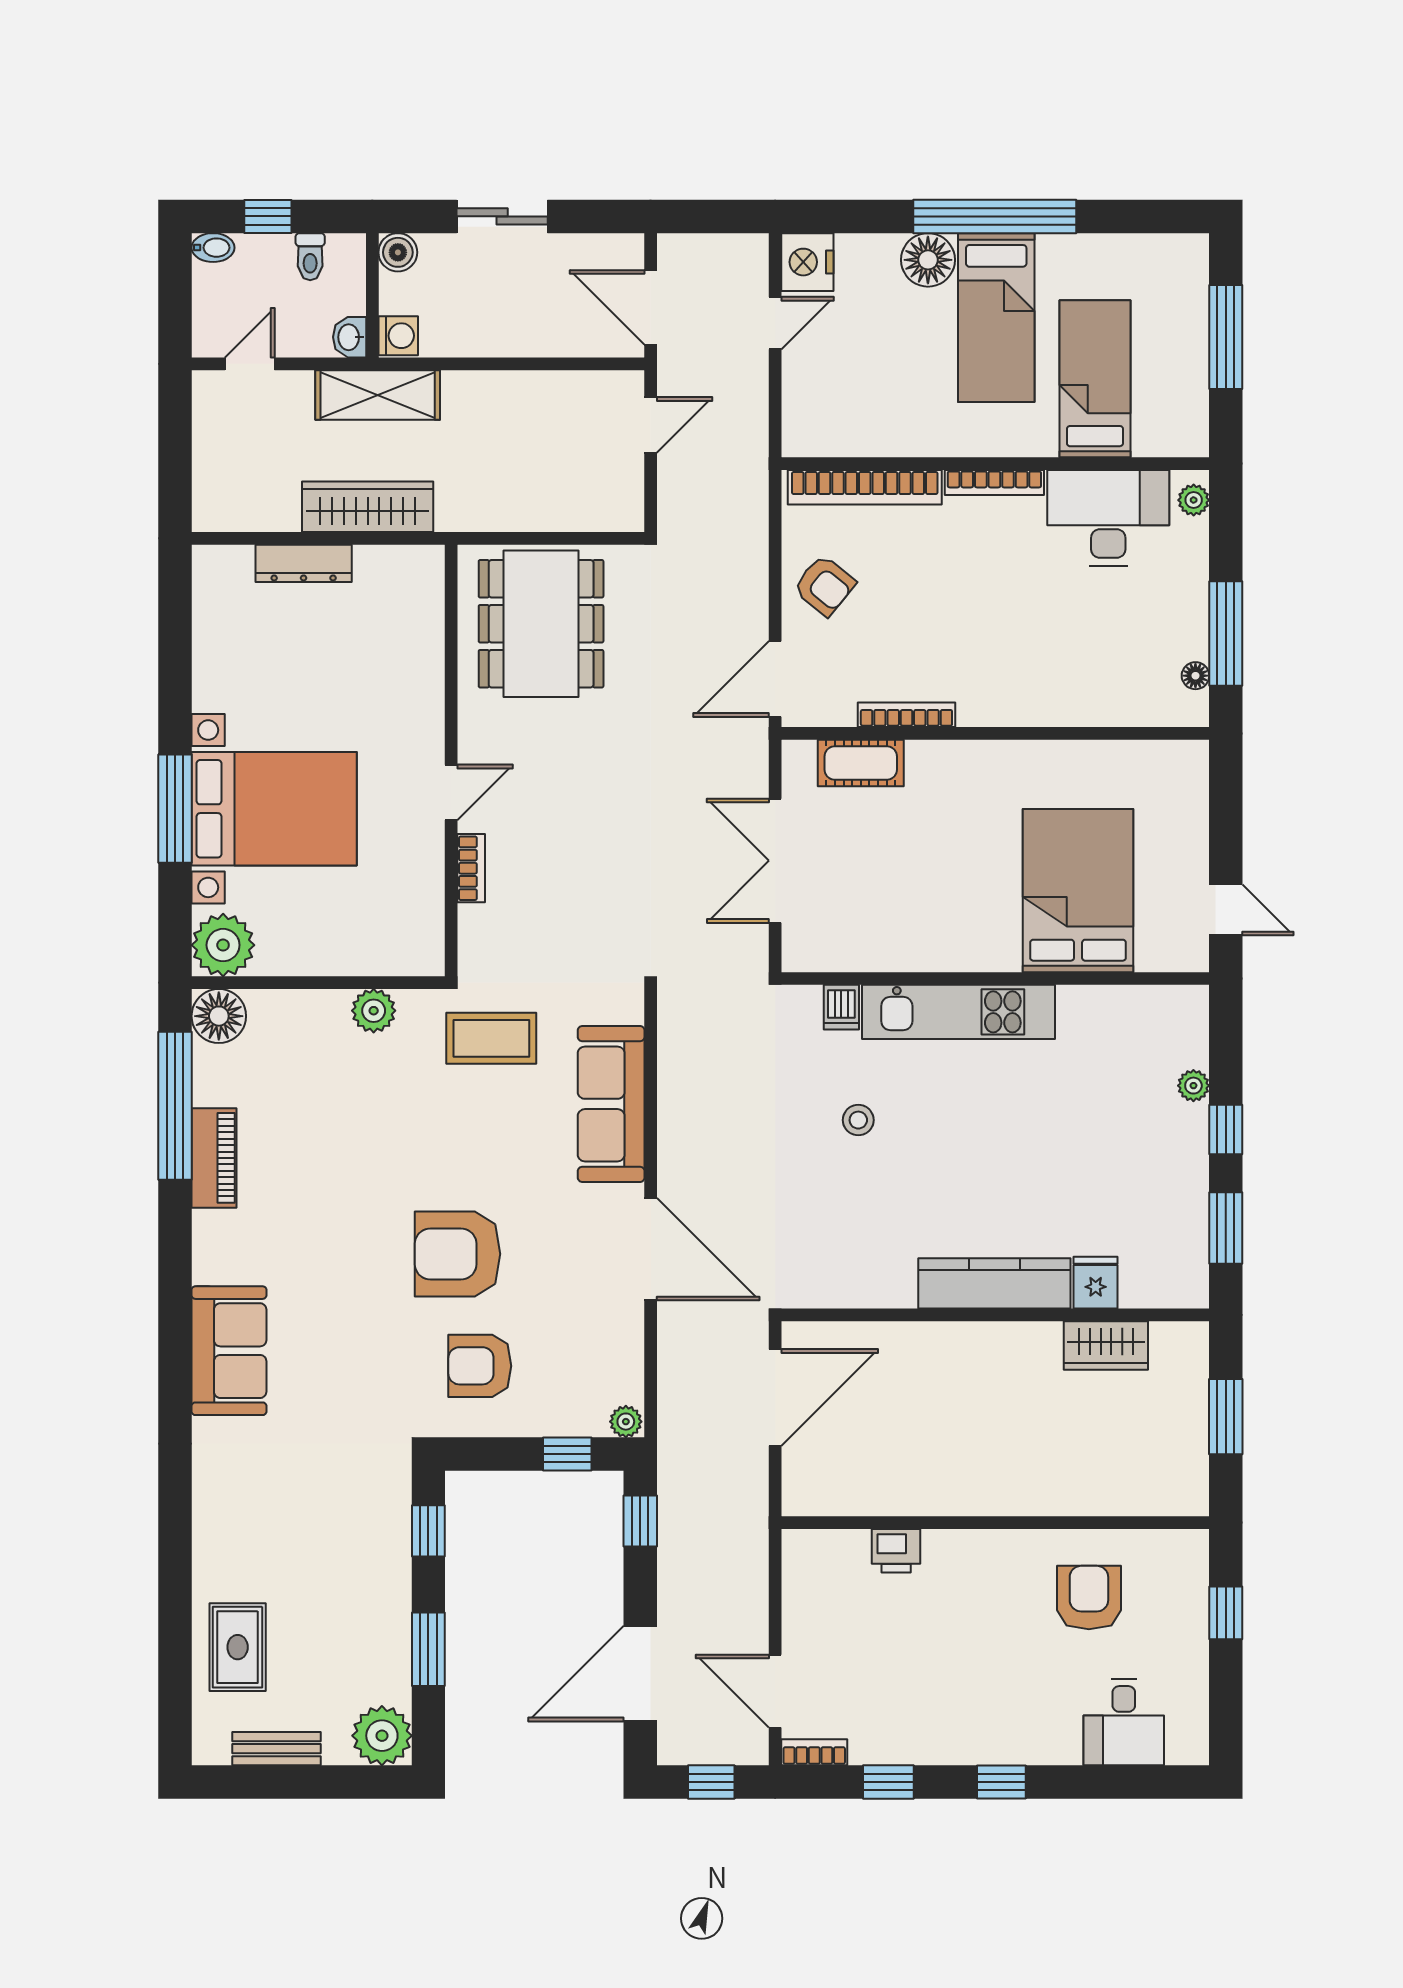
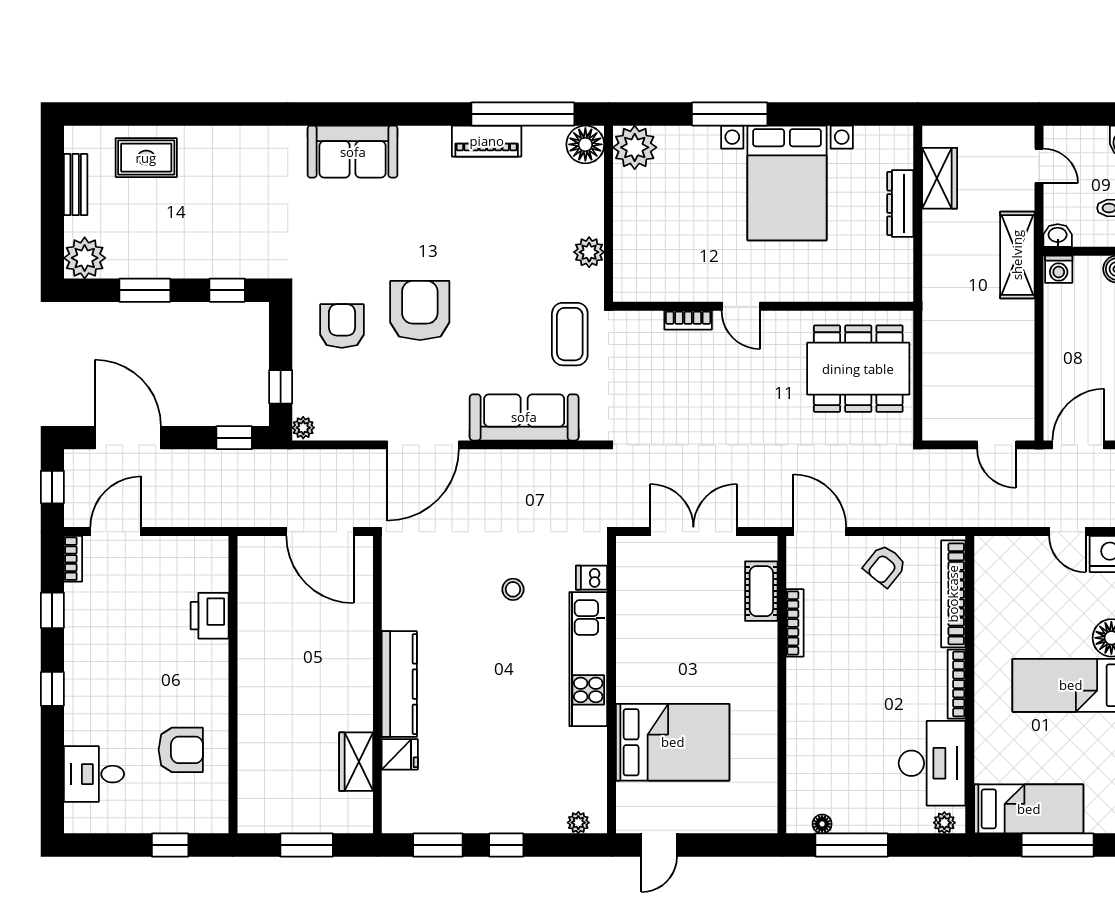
bed: (1095, 379) -> (1029, 809), moved
wardrobe: (368, 507) -> (940, 178), moved, width x0.67
bed with nightstands: (274, 809) -> (787, 183), moved
plant: (1193, 1086) -> (578, 823), moved
printer: (896, 1551) -> (210, 616), width x1.36, depth x1.24

